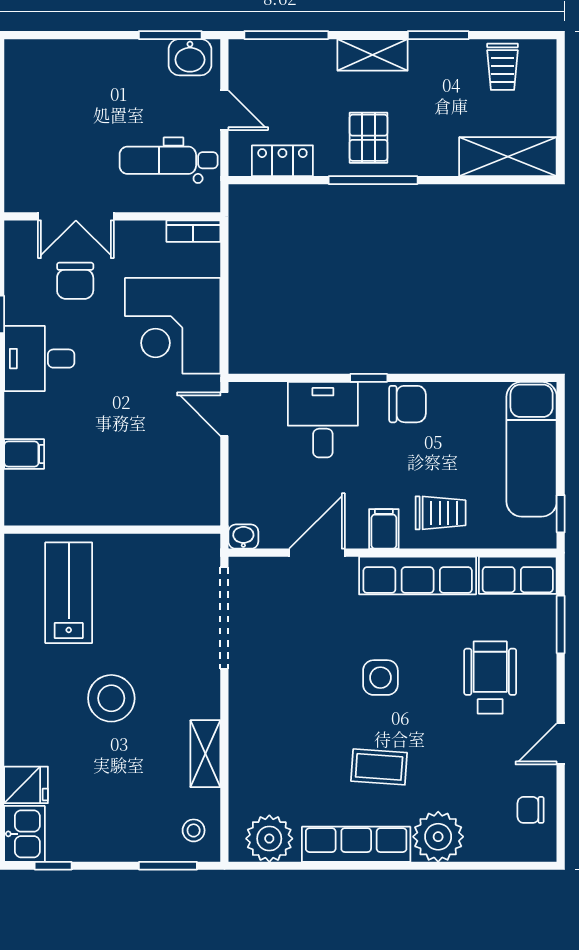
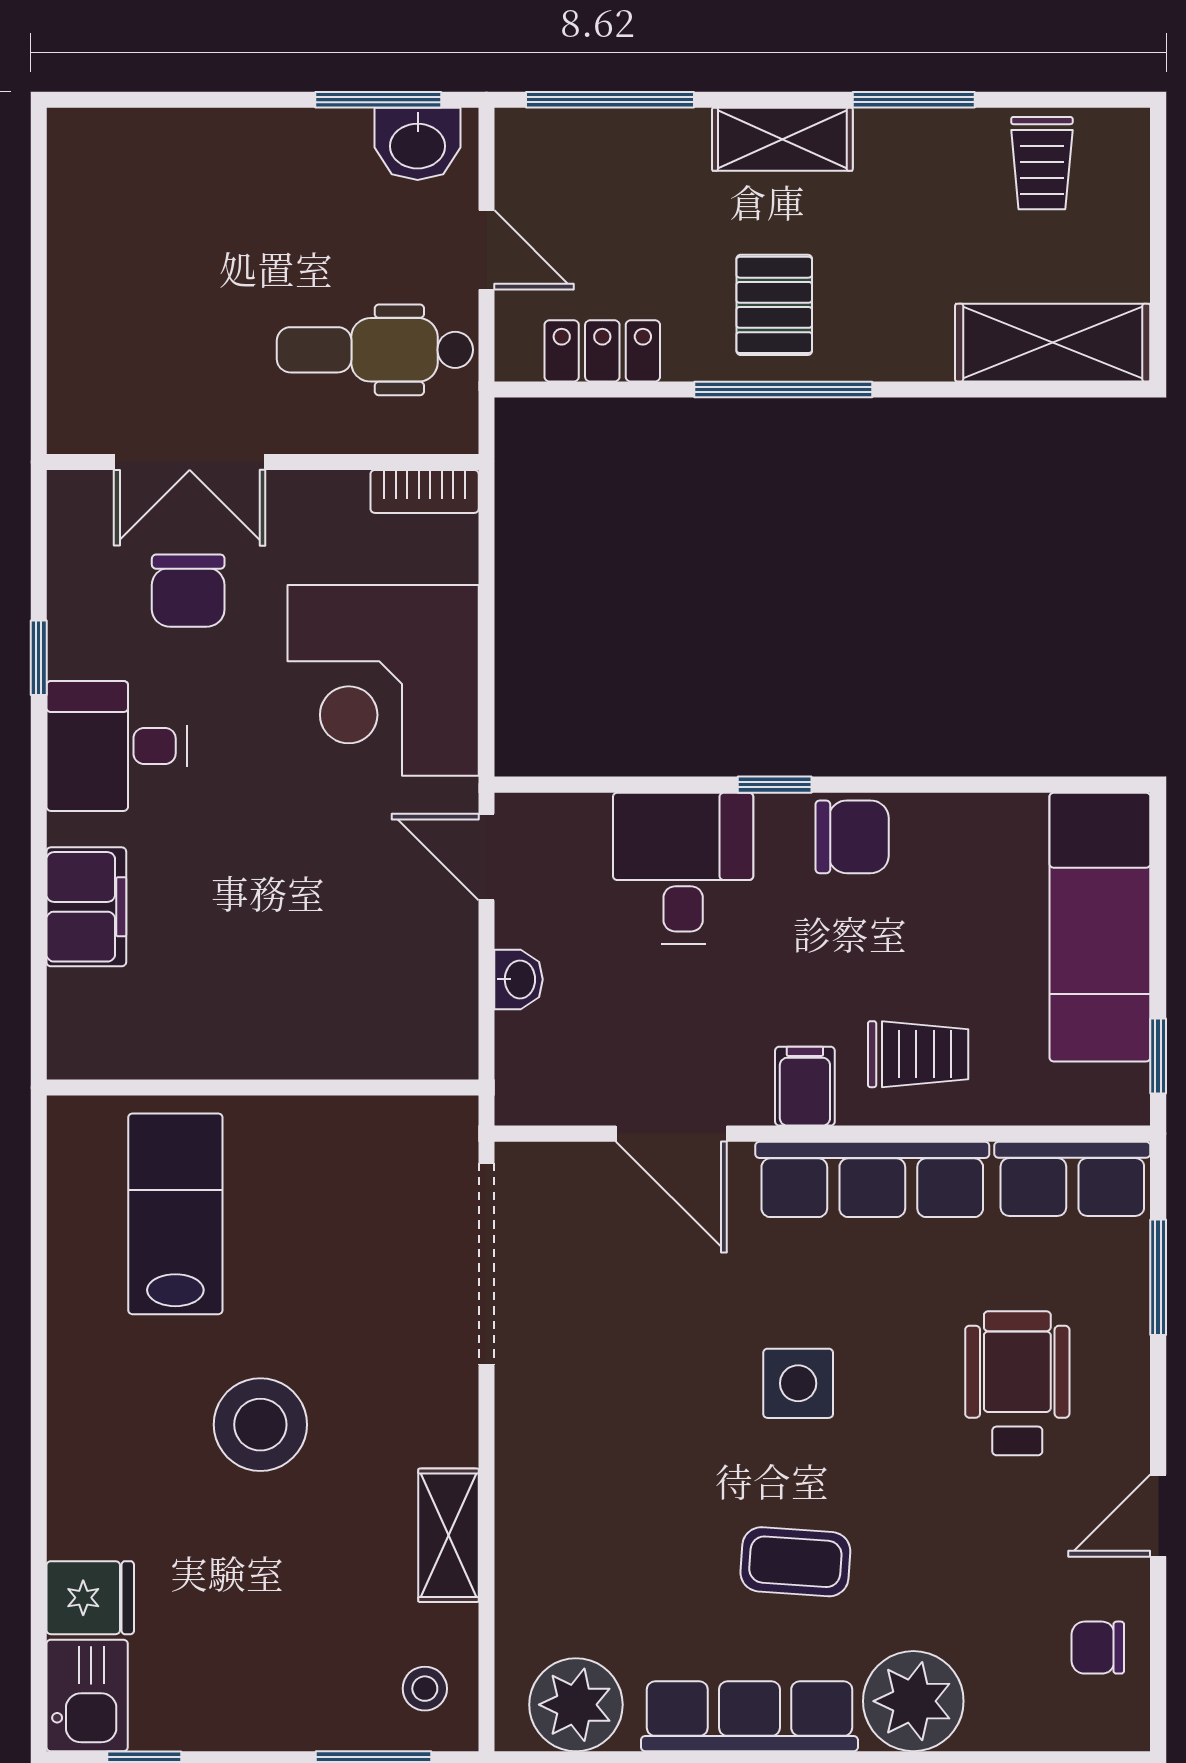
filing cabinet: (24, 454) -> (86, 907), width x2.00
washbasin: (243, 537) -> (519, 979), moved, turned 90
door: (317, 553) -> (671, 1134), swing flipped

